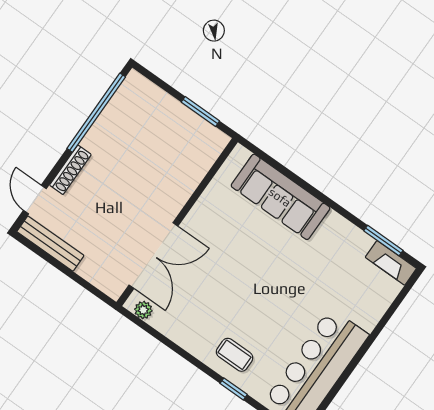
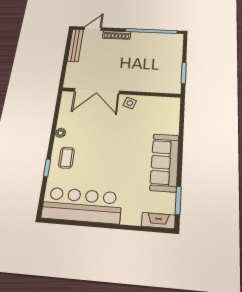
sofa: (280, 197) -> (165, 162), moved
side table: (202, 219) -> (130, 103), added
fireplace: (391, 263) -> (158, 221), moved, turned 90
plant: (143, 310) -> (61, 133), moved

